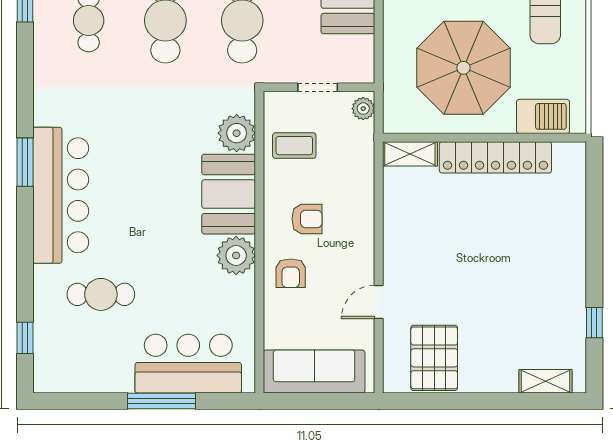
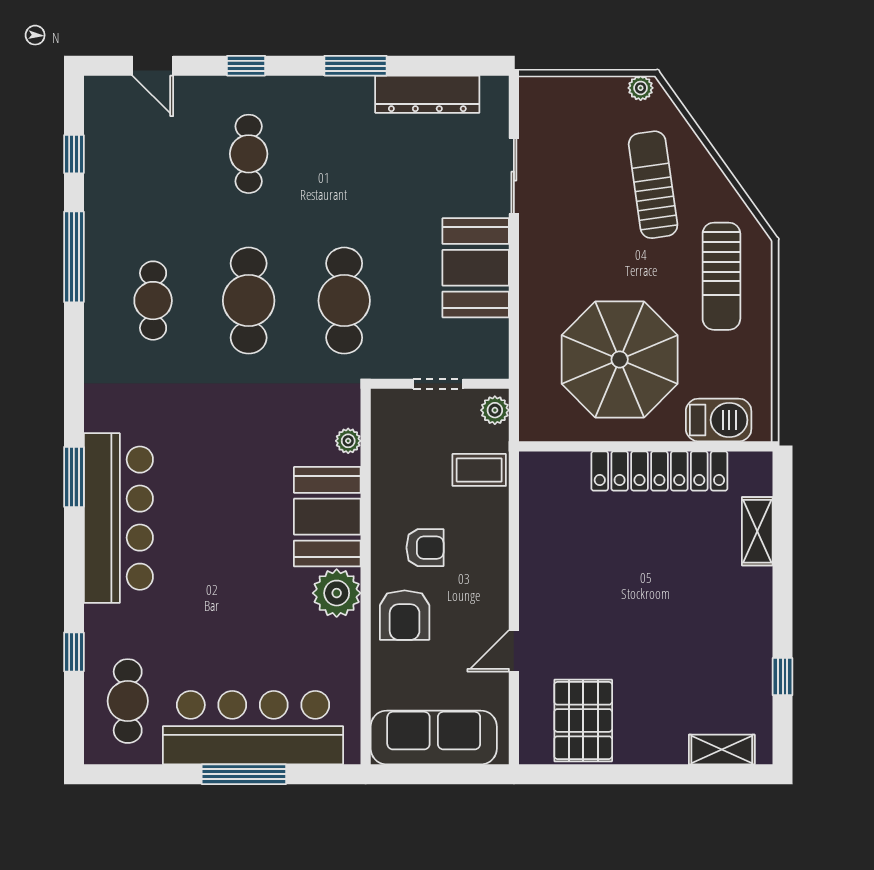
plant: (237, 133) -> (348, 441), width x0.53, depth x0.53
coffee table: (294, 146) -> (479, 470), moved
shelving: (410, 154) -> (757, 531), moved, turned 90
armchair: (291, 273) -> (405, 615), width x1.38, depth x1.38
cafe table: (101, 294) -> (128, 701), moved, turned 90
window: (25, 338) -> (74, 652), moved
bar counter: (188, 364) -> (253, 728), width x1.36

